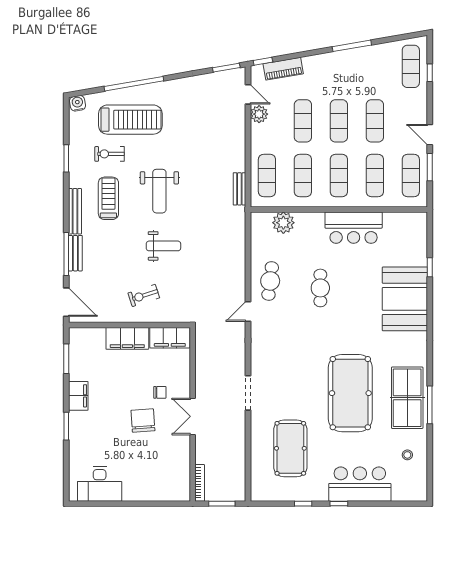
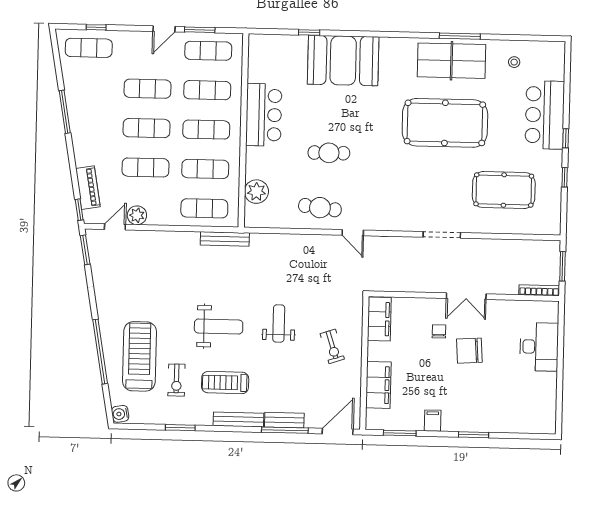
bench: (239, 189) -> (225, 239), width x1.36
filing cabinet: (127, 338) -> (378, 385), moved
filing cabinet: (78, 396) -> (433, 421), width x0.50
desk: (100, 484) -> (539, 347), moved

